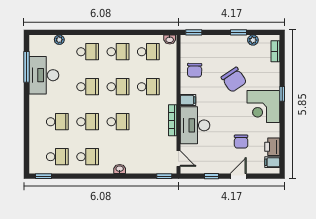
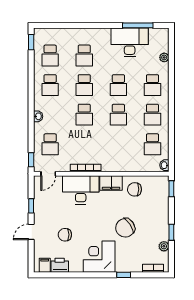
school desk: (148, 87) -> (50, 144), moved
window: (282, 94) -> (124, 275), moved
filing cabinet: (188, 100) -> (111, 183), width x2.00
door: (238, 176) -> (31, 232), swing flipped

